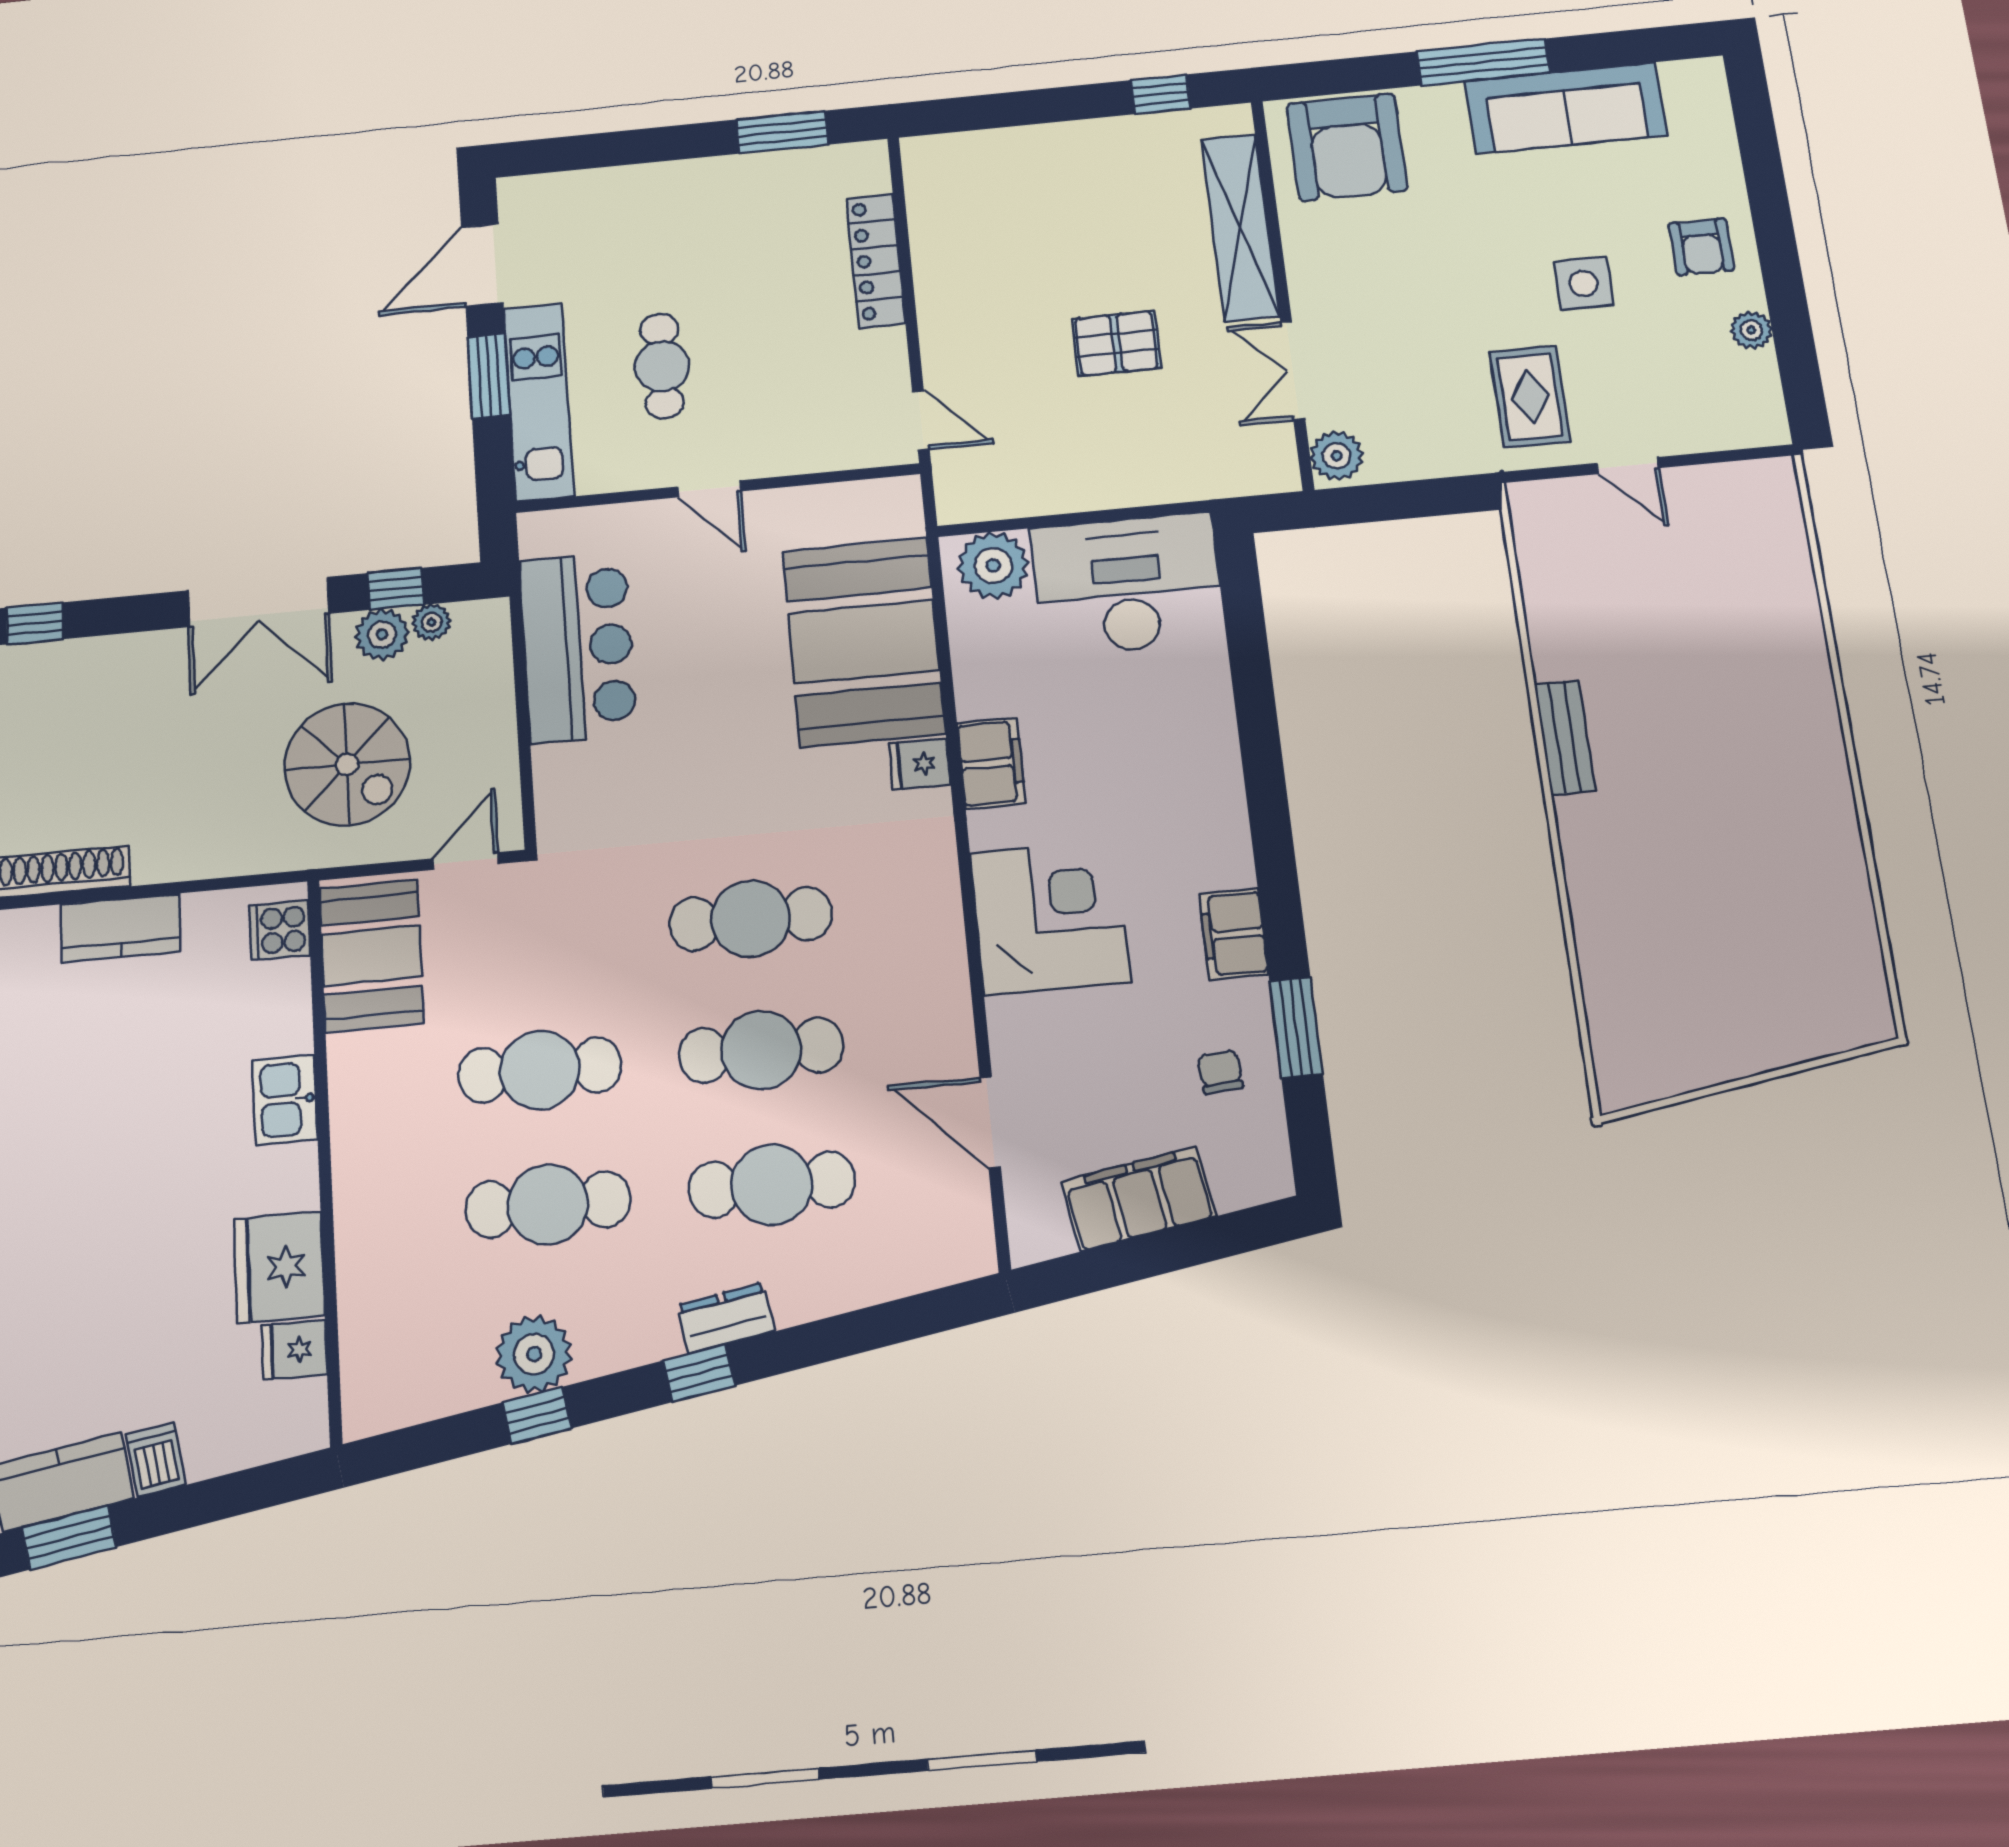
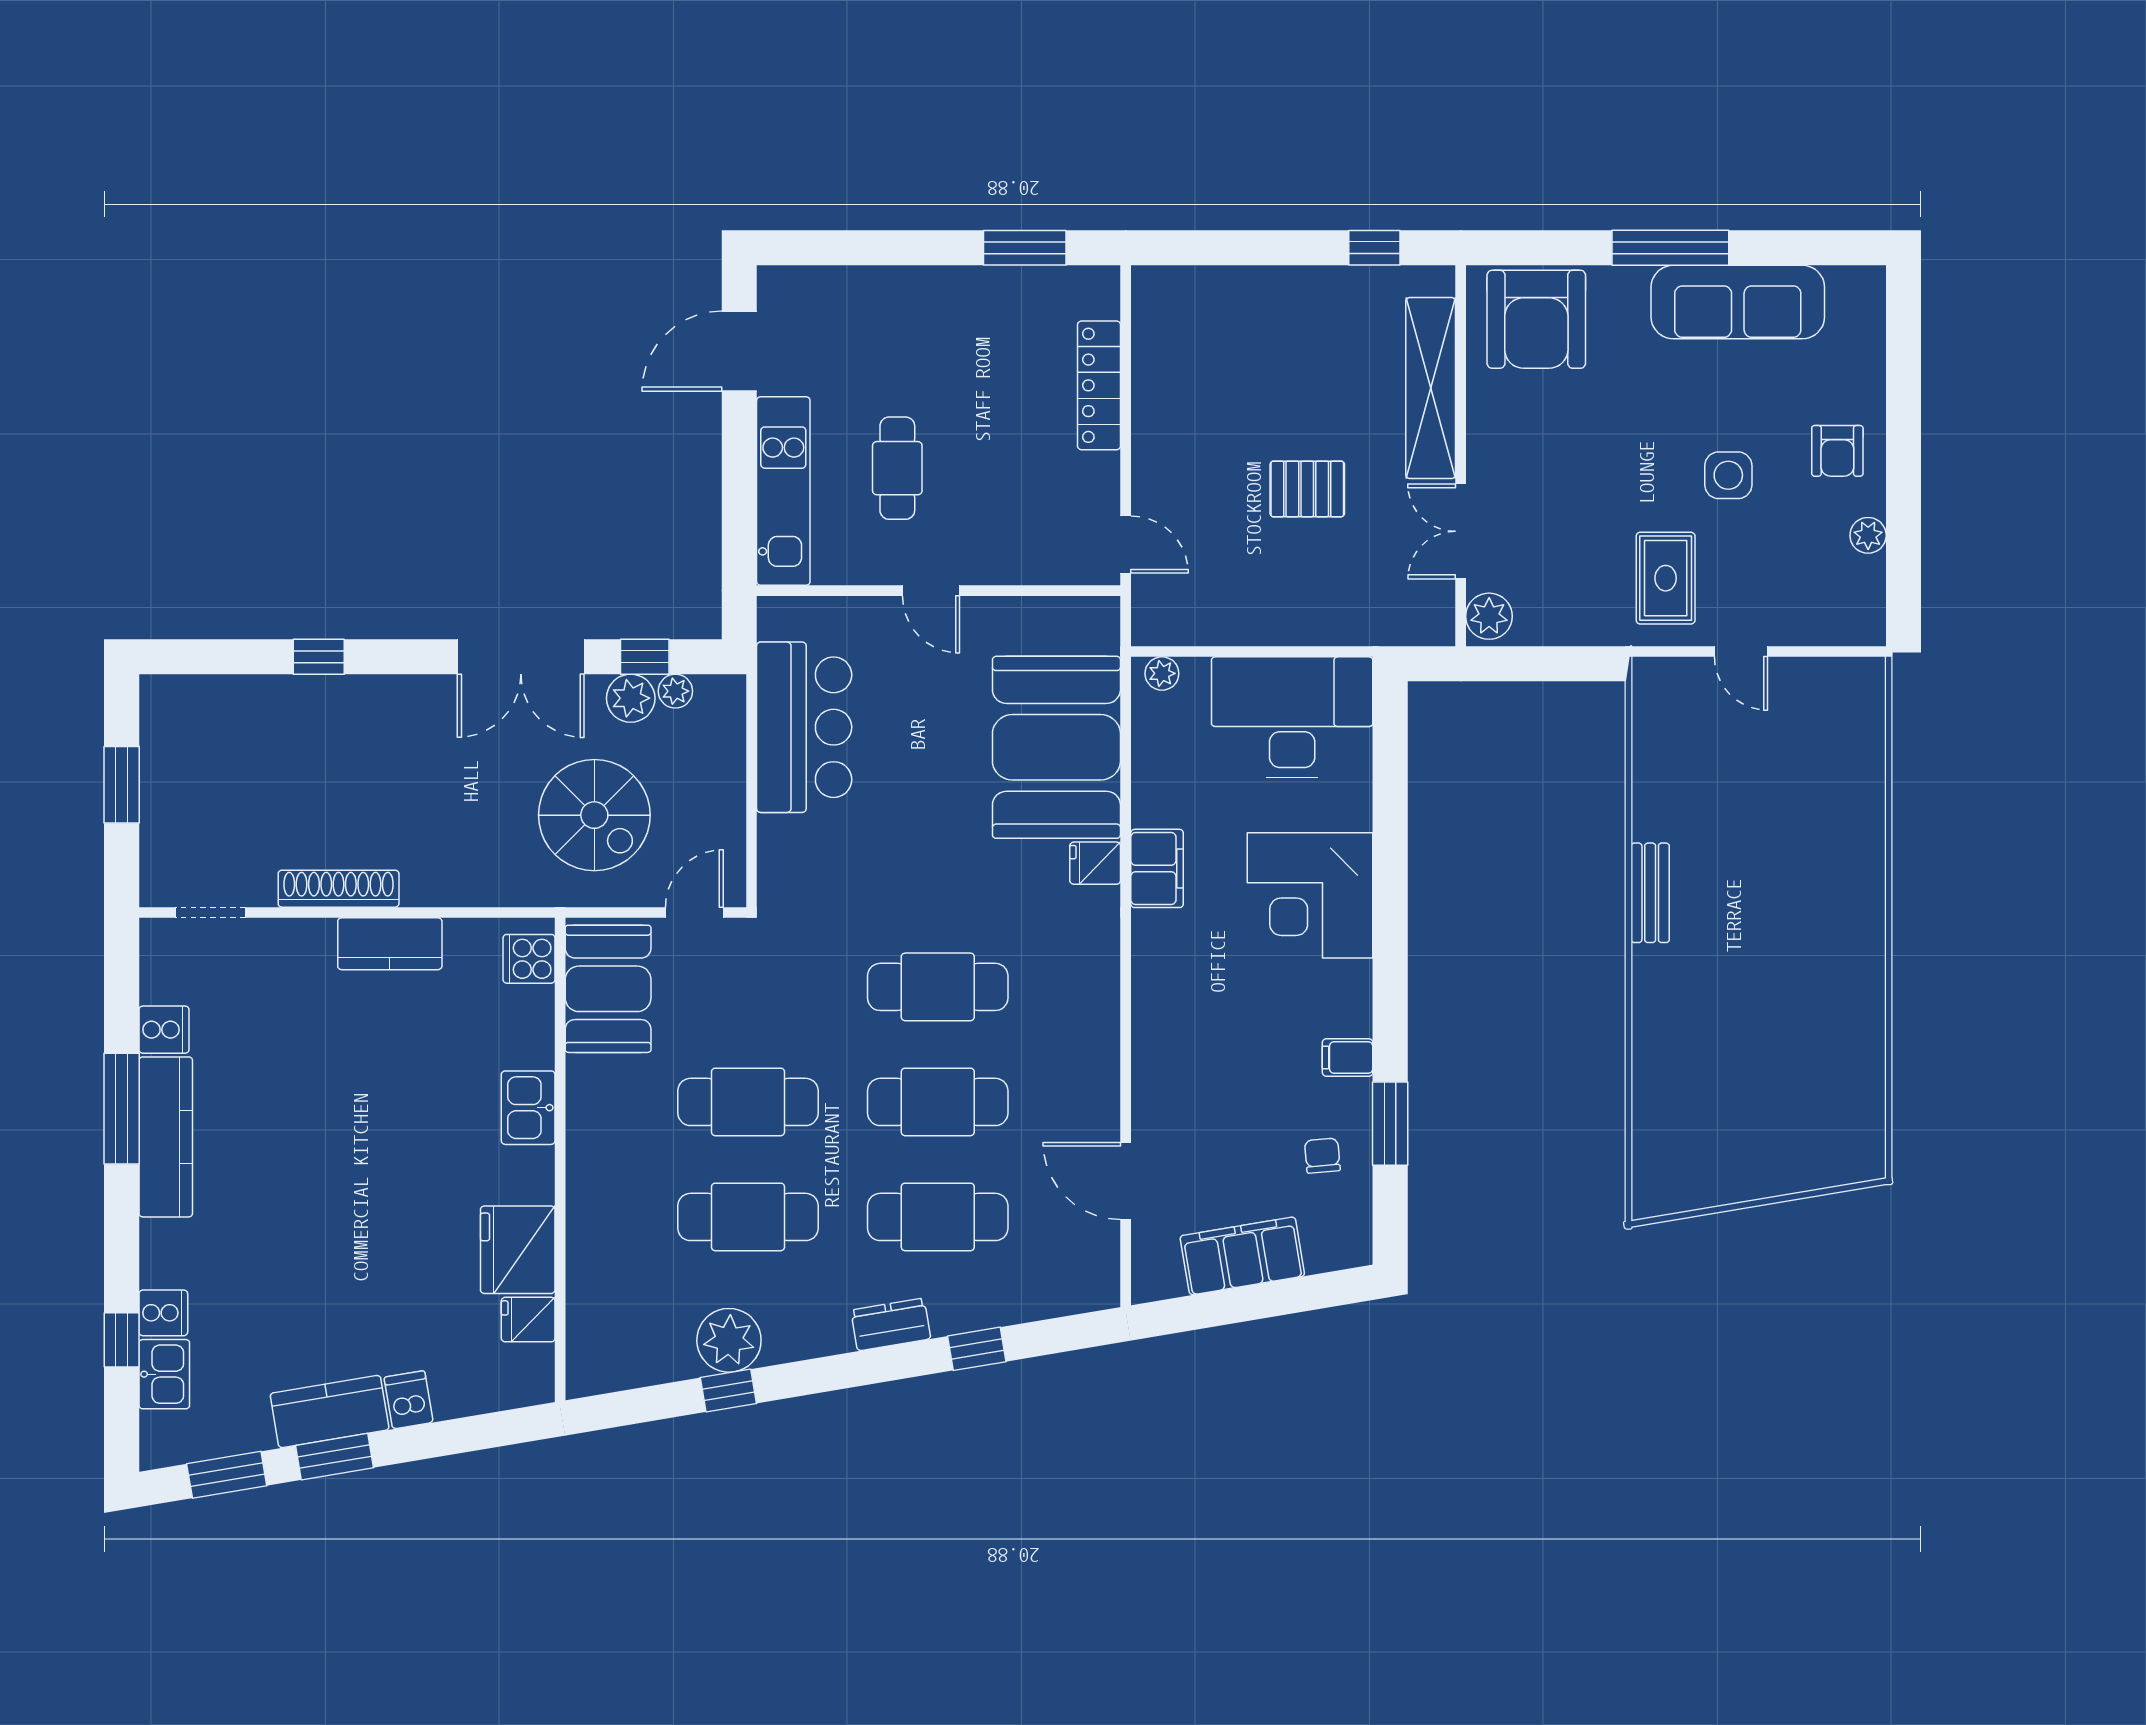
window: (489, 376) -> (739, 461), removed
plant: (993, 566) -> (1162, 673), width x0.53, depth x0.53
corner desk: (1050, 917) -> (1310, 895), moved, turned 180
filing cabinet: (1234, 934) -> (1348, 1058), width x0.50
window: (699, 1373) -> (977, 1349), moved

